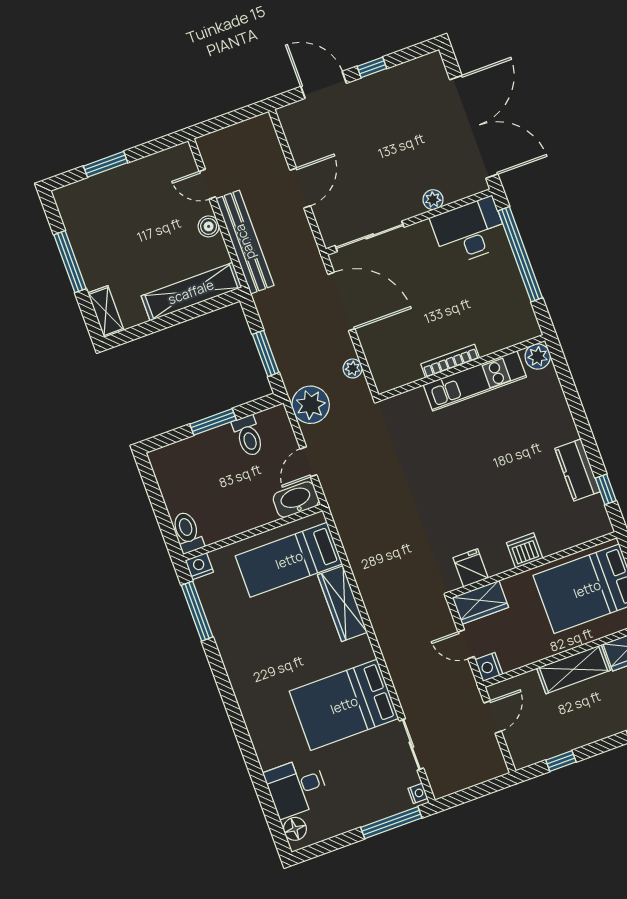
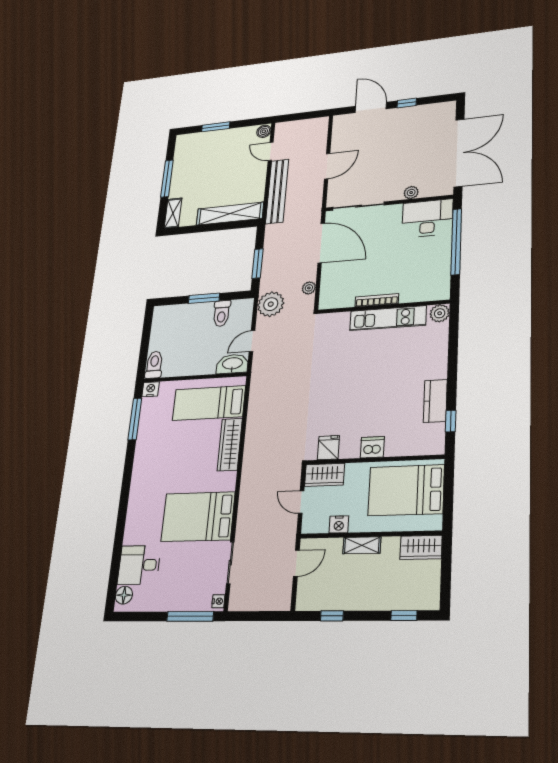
boiler: (209, 226) -> (264, 131), moved
nightstand: (489, 667) -> (339, 524), moved, turned -90
shelving: (573, 669) -> (362, 545), width x0.67, depth x0.75

